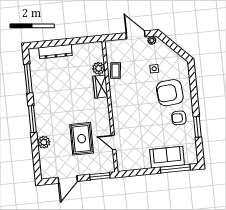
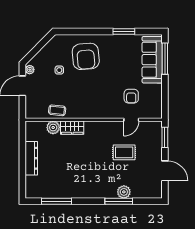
dresser: (55, 51) -> (31, 158), moved
armchair: (179, 118) -> (131, 96), moved
window: (32, 119) -> (119, 201), moved
rug: (82, 139) -> (124, 152), width x0.73, depth x0.70
sofa: (167, 157) -> (152, 60), width x1.36

